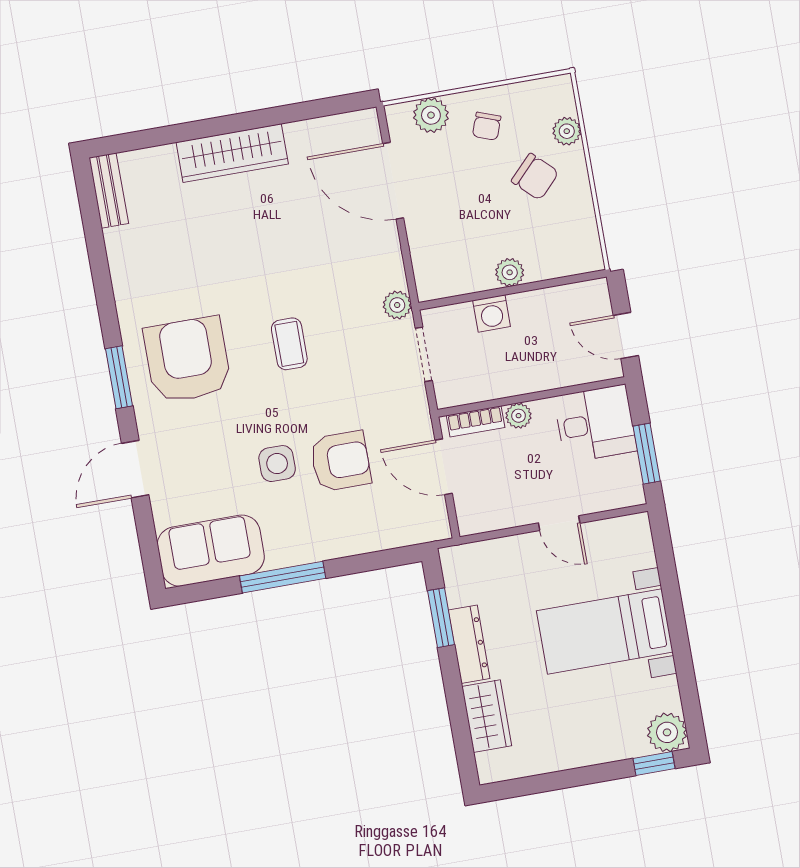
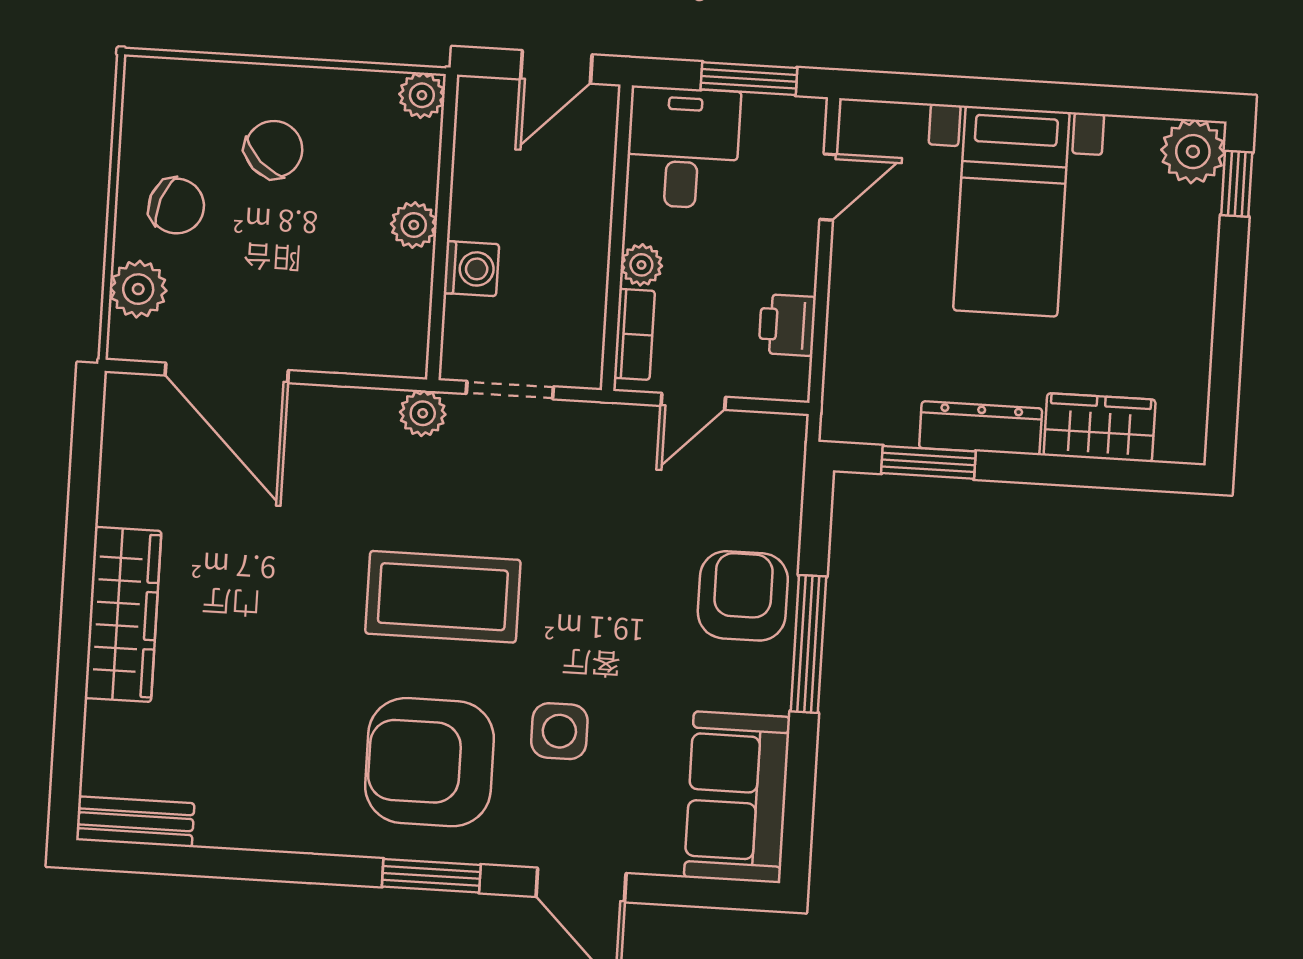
chair: (487, 126) -> (176, 206), width x1.37, depth x1.37
plant: (567, 131) -> (422, 95), moved
door: (393, 181) -> (227, 373), hinge flipped
coffee table: (289, 344) -> (443, 597), width x1.86, depth x1.72
armchair: (341, 461) -> (743, 596), moved
side table: (277, 464) -> (559, 731), moved
door: (444, 467) -> (693, 401), width x0.73
printer: (503, 512) -> (787, 325), added
door: (559, 523) -> (828, 187), moved
window: (283, 577) -> (808, 644), moved

